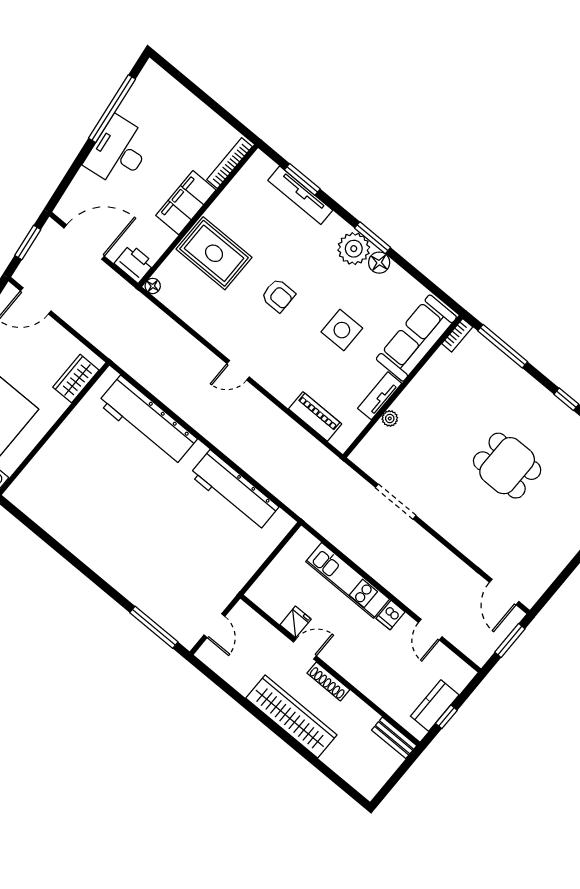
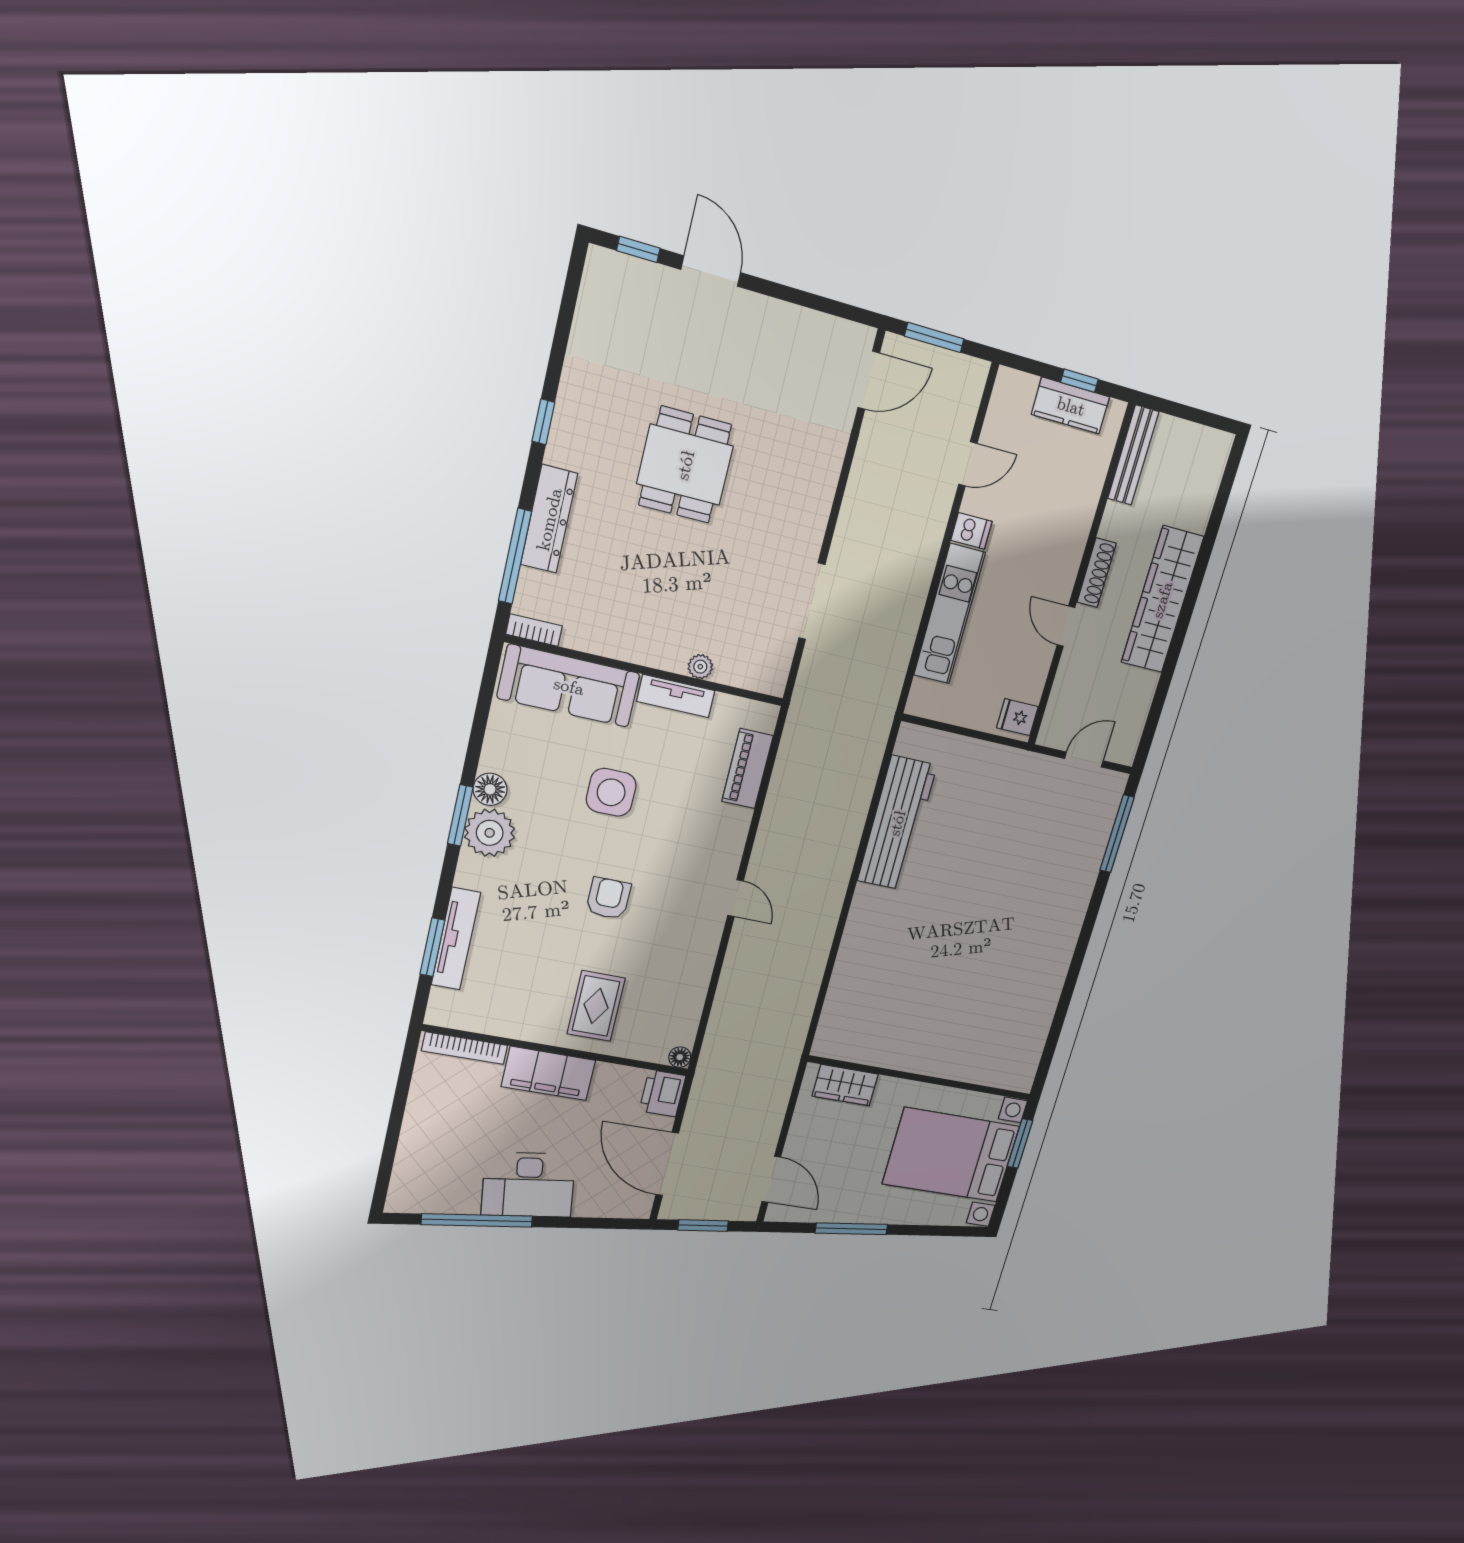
rug: (214, 253) -> (596, 1006), width x0.73, depth x0.70
dresser: (514, 375) -> (549, 519), added
workbench: (147, 421) -> (857, 975), removed
fridge: (296, 622) -> (1017, 717), moved
bench: (394, 738) -> (1133, 455), width x1.36

